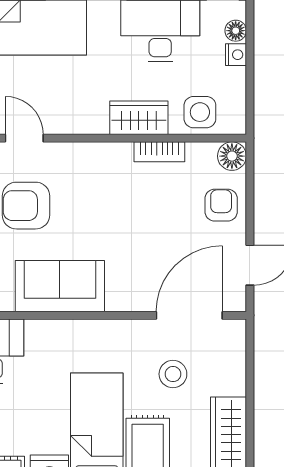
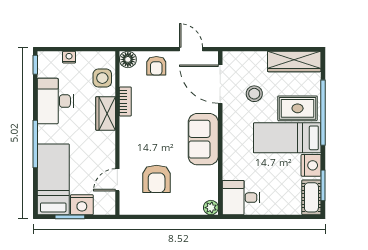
floor lamp: (236, 31) -> (55, 57), removed
armchair: (221, 205) -> (156, 66), turned -90
sofa: (60, 286) -> (203, 139), moved

